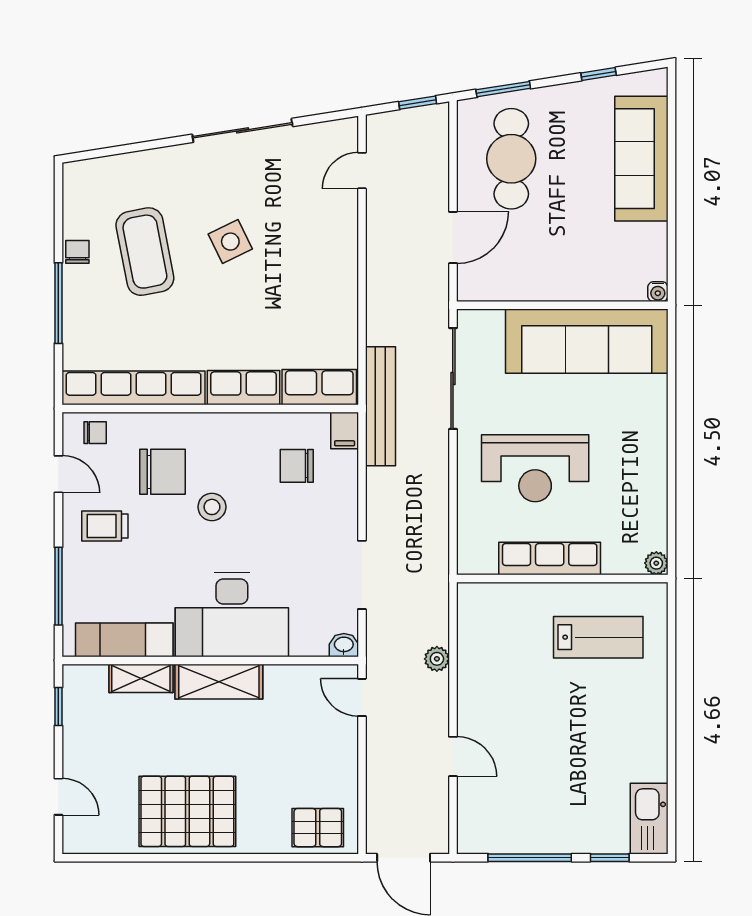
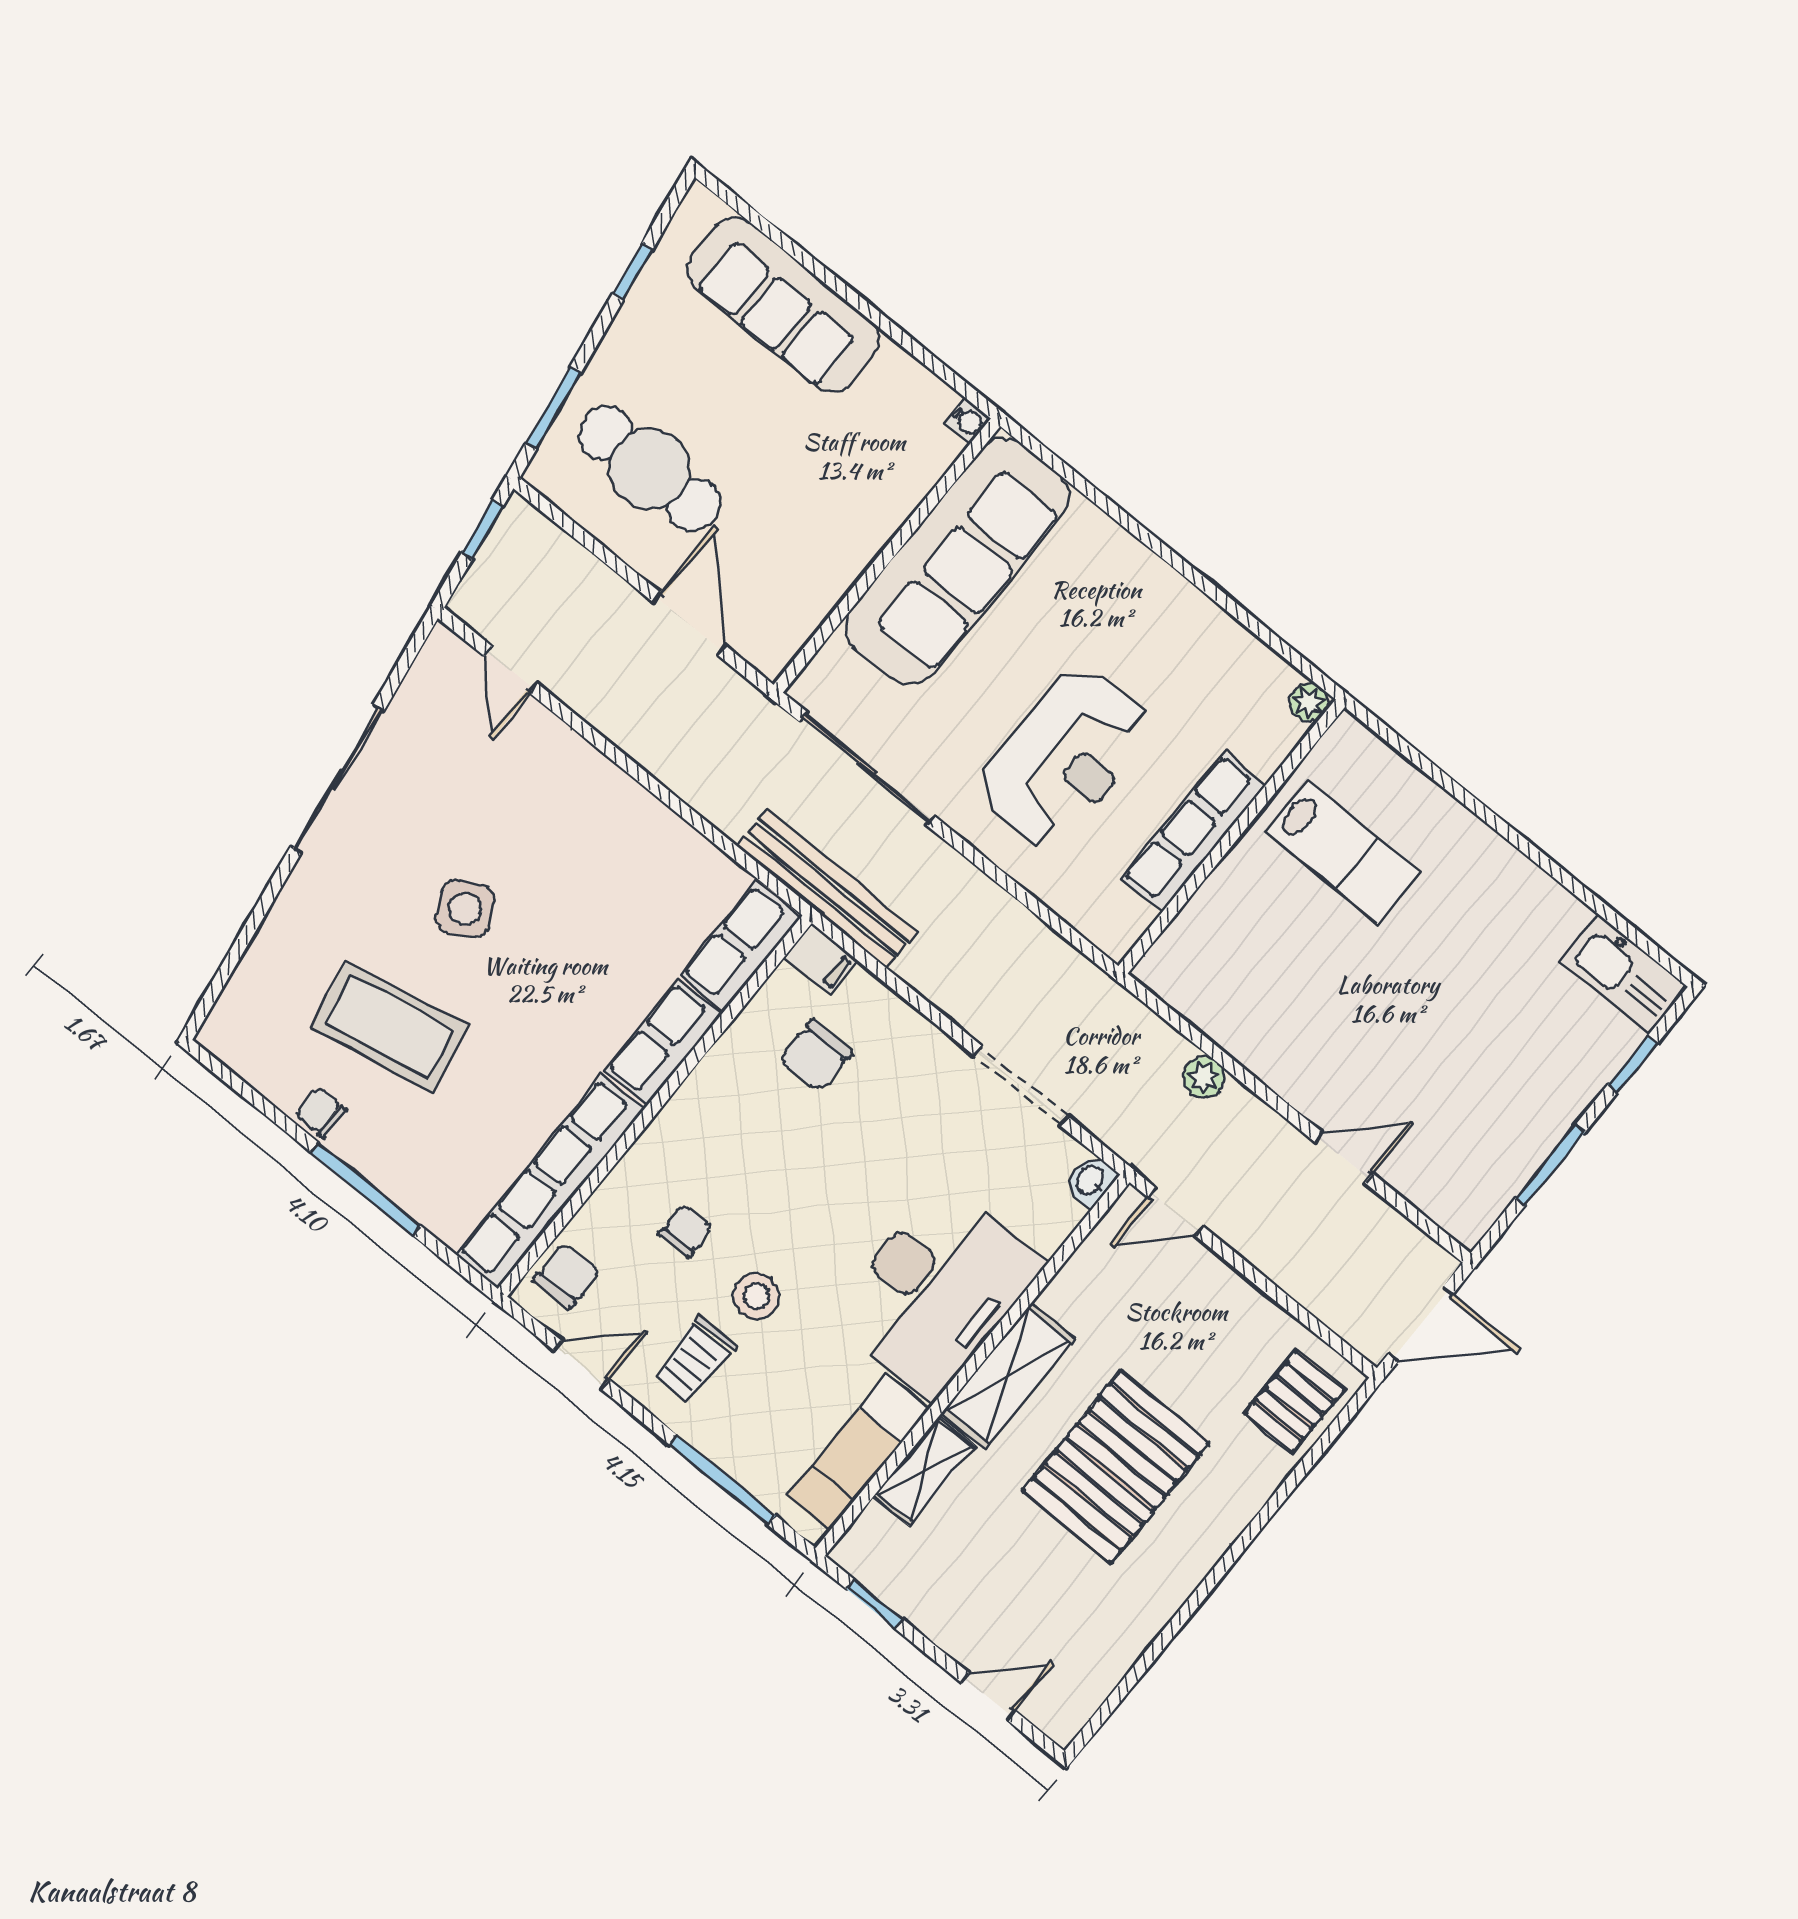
chair: (95, 433) -> (567, 1276), width x1.37, depth x1.37
chair: (163, 472) -> (686, 1231), width x0.54, depth x0.54
stool: (212, 507) -> (756, 1296), moved
lab bench: (598, 637) -> (1343, 852), turned 90
pallet: (187, 811) -> (1116, 1467), moved
window: (530, 858) -> (1550, 1165), width x0.69

